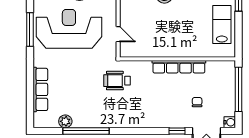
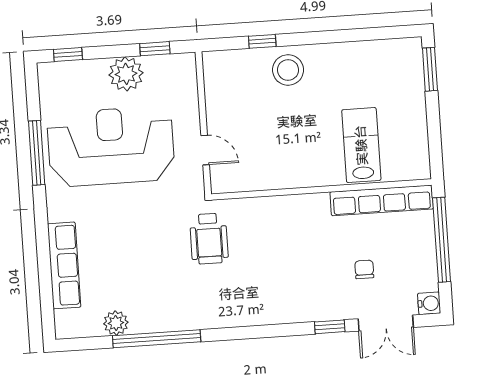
lab bench: (222, 24) -> (361, 145), moved
row of seats: (179, 67) -> (382, 200), moved
wheelchair: (117, 81) -> (209, 239), turned -90

